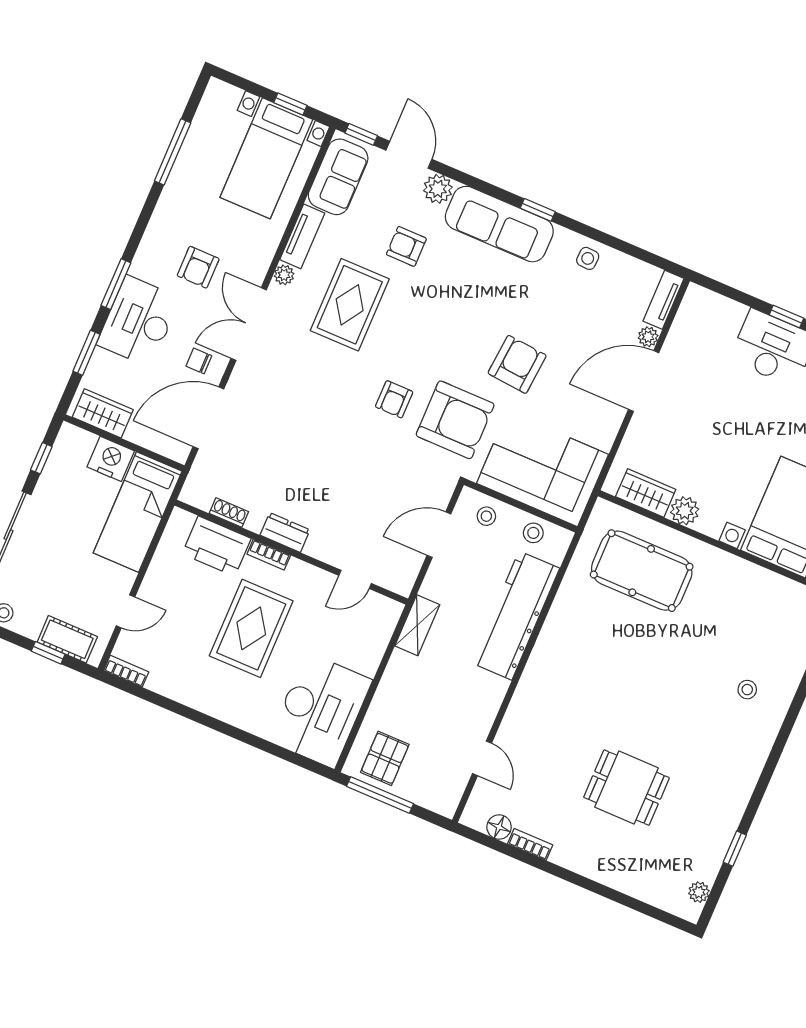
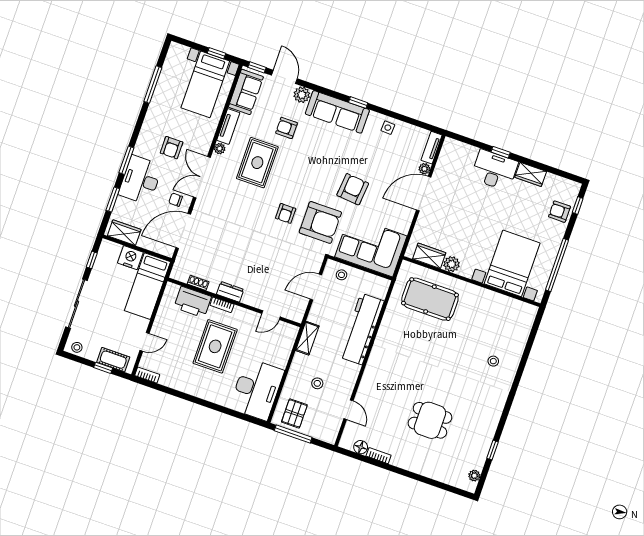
stool: (533, 533) -> (317, 383), moved

